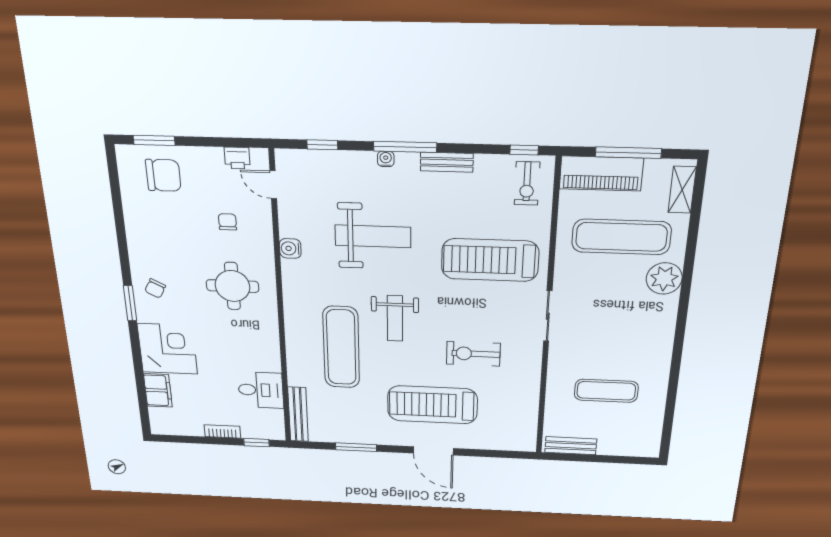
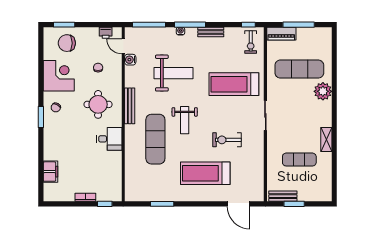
window: (322, 145) -> (149, 25), width x2.17
piano: (601, 173) -> (281, 34), width x0.73, depth x0.75
chair: (163, 175) -> (67, 43), turned 180
shelving: (682, 190) -> (326, 140), moved
water cooler: (290, 248) -> (130, 60), moved
corner desk: (167, 349) -> (59, 76), moved
desk: (261, 390) -> (109, 139), moved
bench: (298, 414) -> (130, 106), moved
door: (433, 451) -> (238, 204), moved
window: (590, 458) -> (294, 204), added

